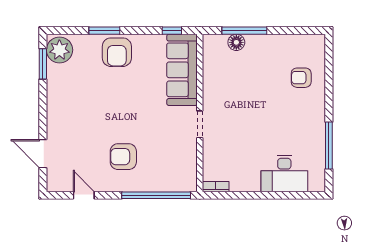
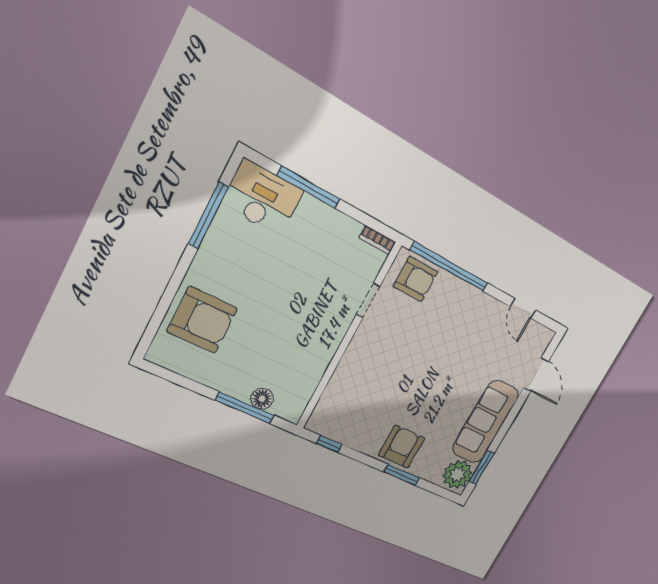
sofa: (182, 70) -> (486, 422), moved, turned 180
armchair: (301, 78) -> (202, 320), width x1.88, depth x1.88
doorway: (200, 124) -> (368, 300), moved
armchair: (123, 157) -> (416, 279), moved
desk: (284, 174) -> (262, 198), moved
window: (277, 195) -> (309, 187), added

